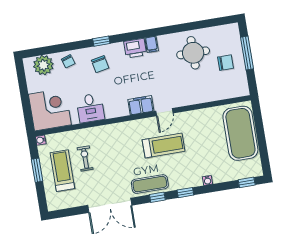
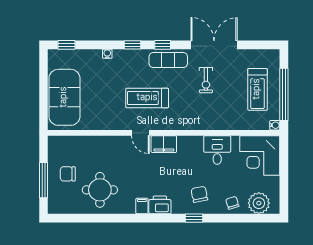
door: (164, 112) -> (140, 133), swing flipped
exercise bike: (85, 158) -> (206, 80), moved
window: (37, 170) -> (284, 94), width x2.11

